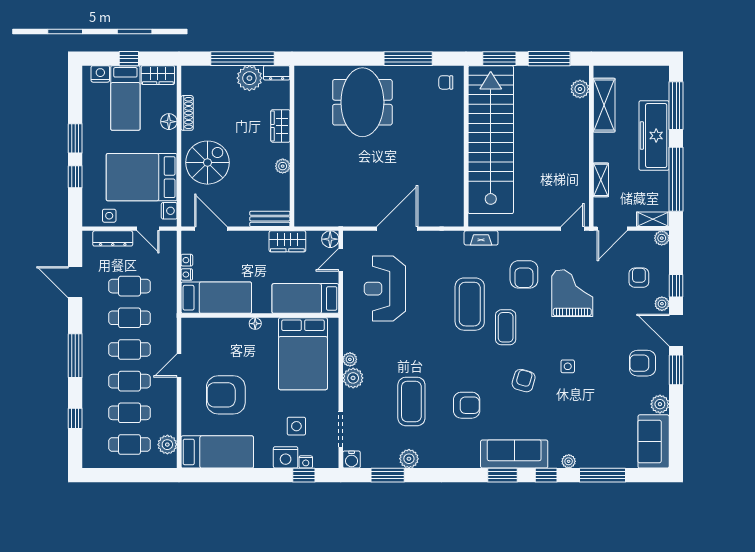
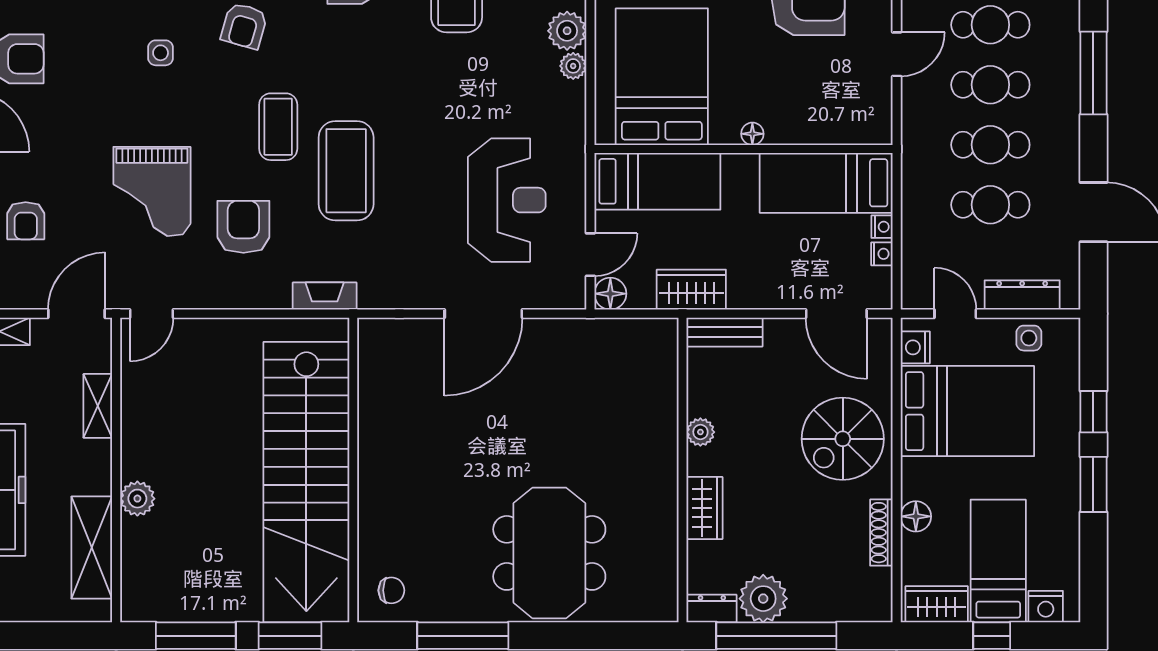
plant: (580, 89) -> (137, 499), moved

